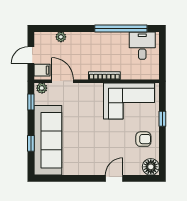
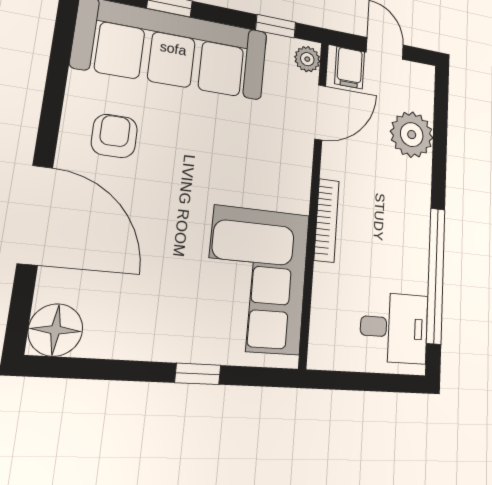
plant: (61, 37) -> (412, 135), width x1.88, depth x1.88
armchair: (143, 139) -> (114, 136), moved, turned 180
door: (114, 178) -> (35, 215), width x1.87

